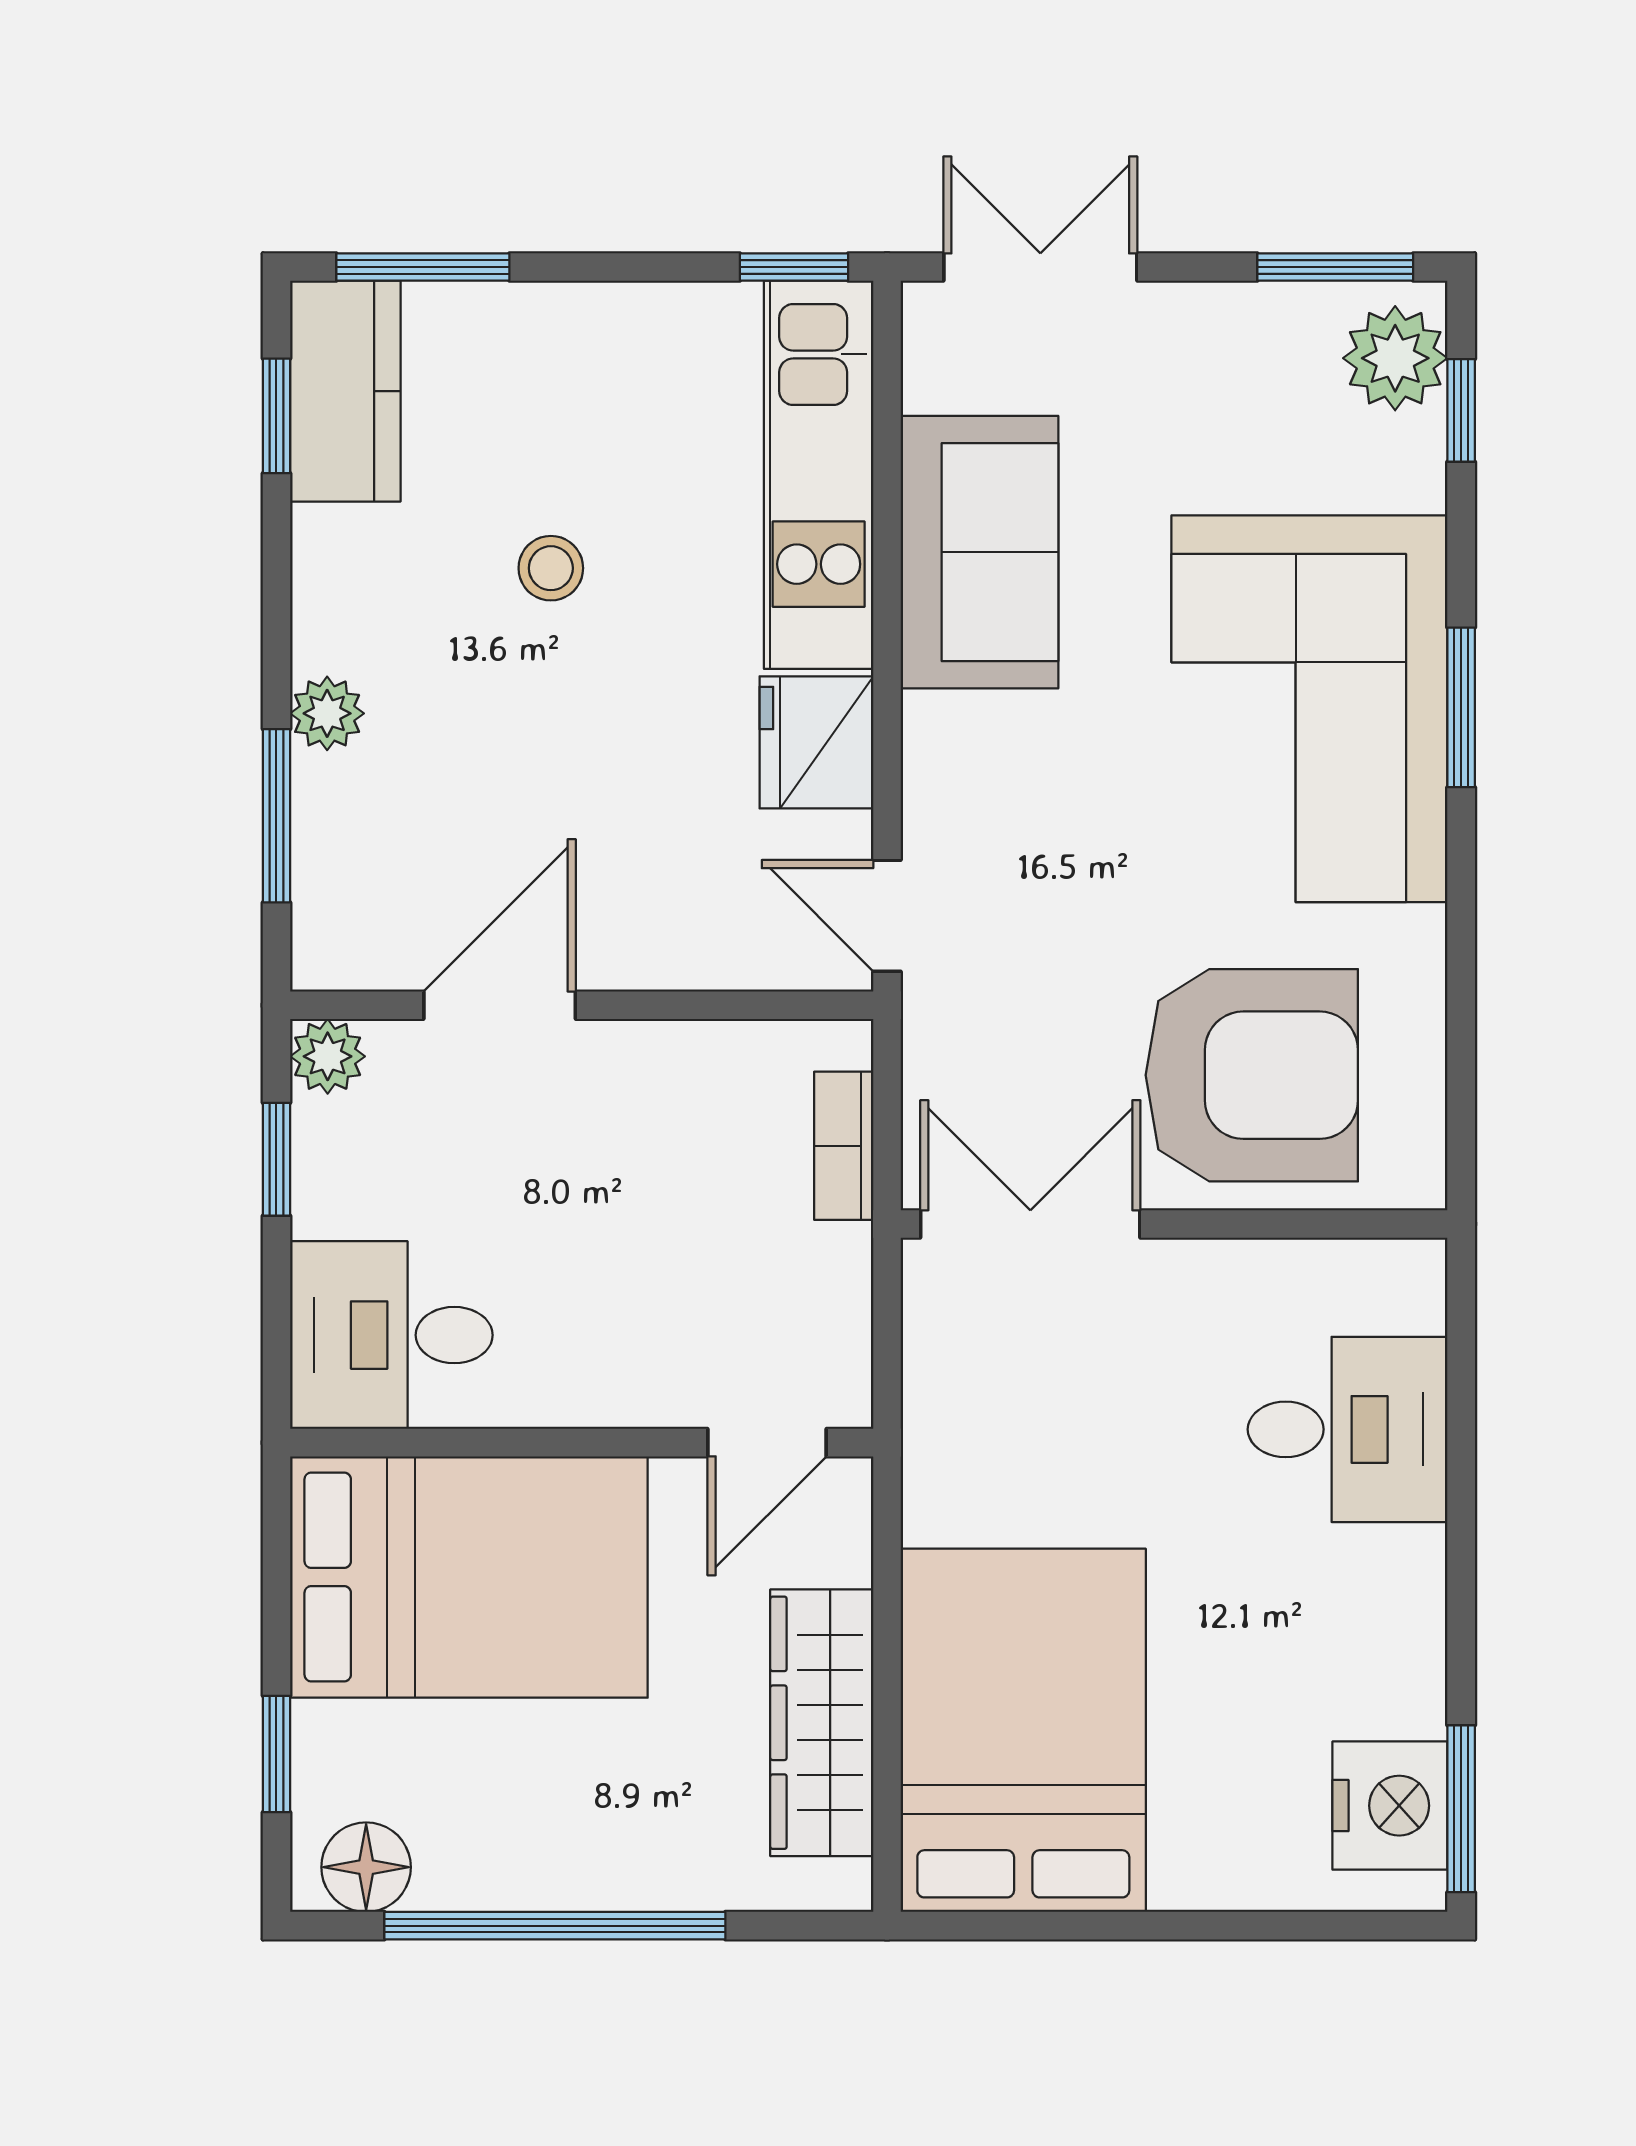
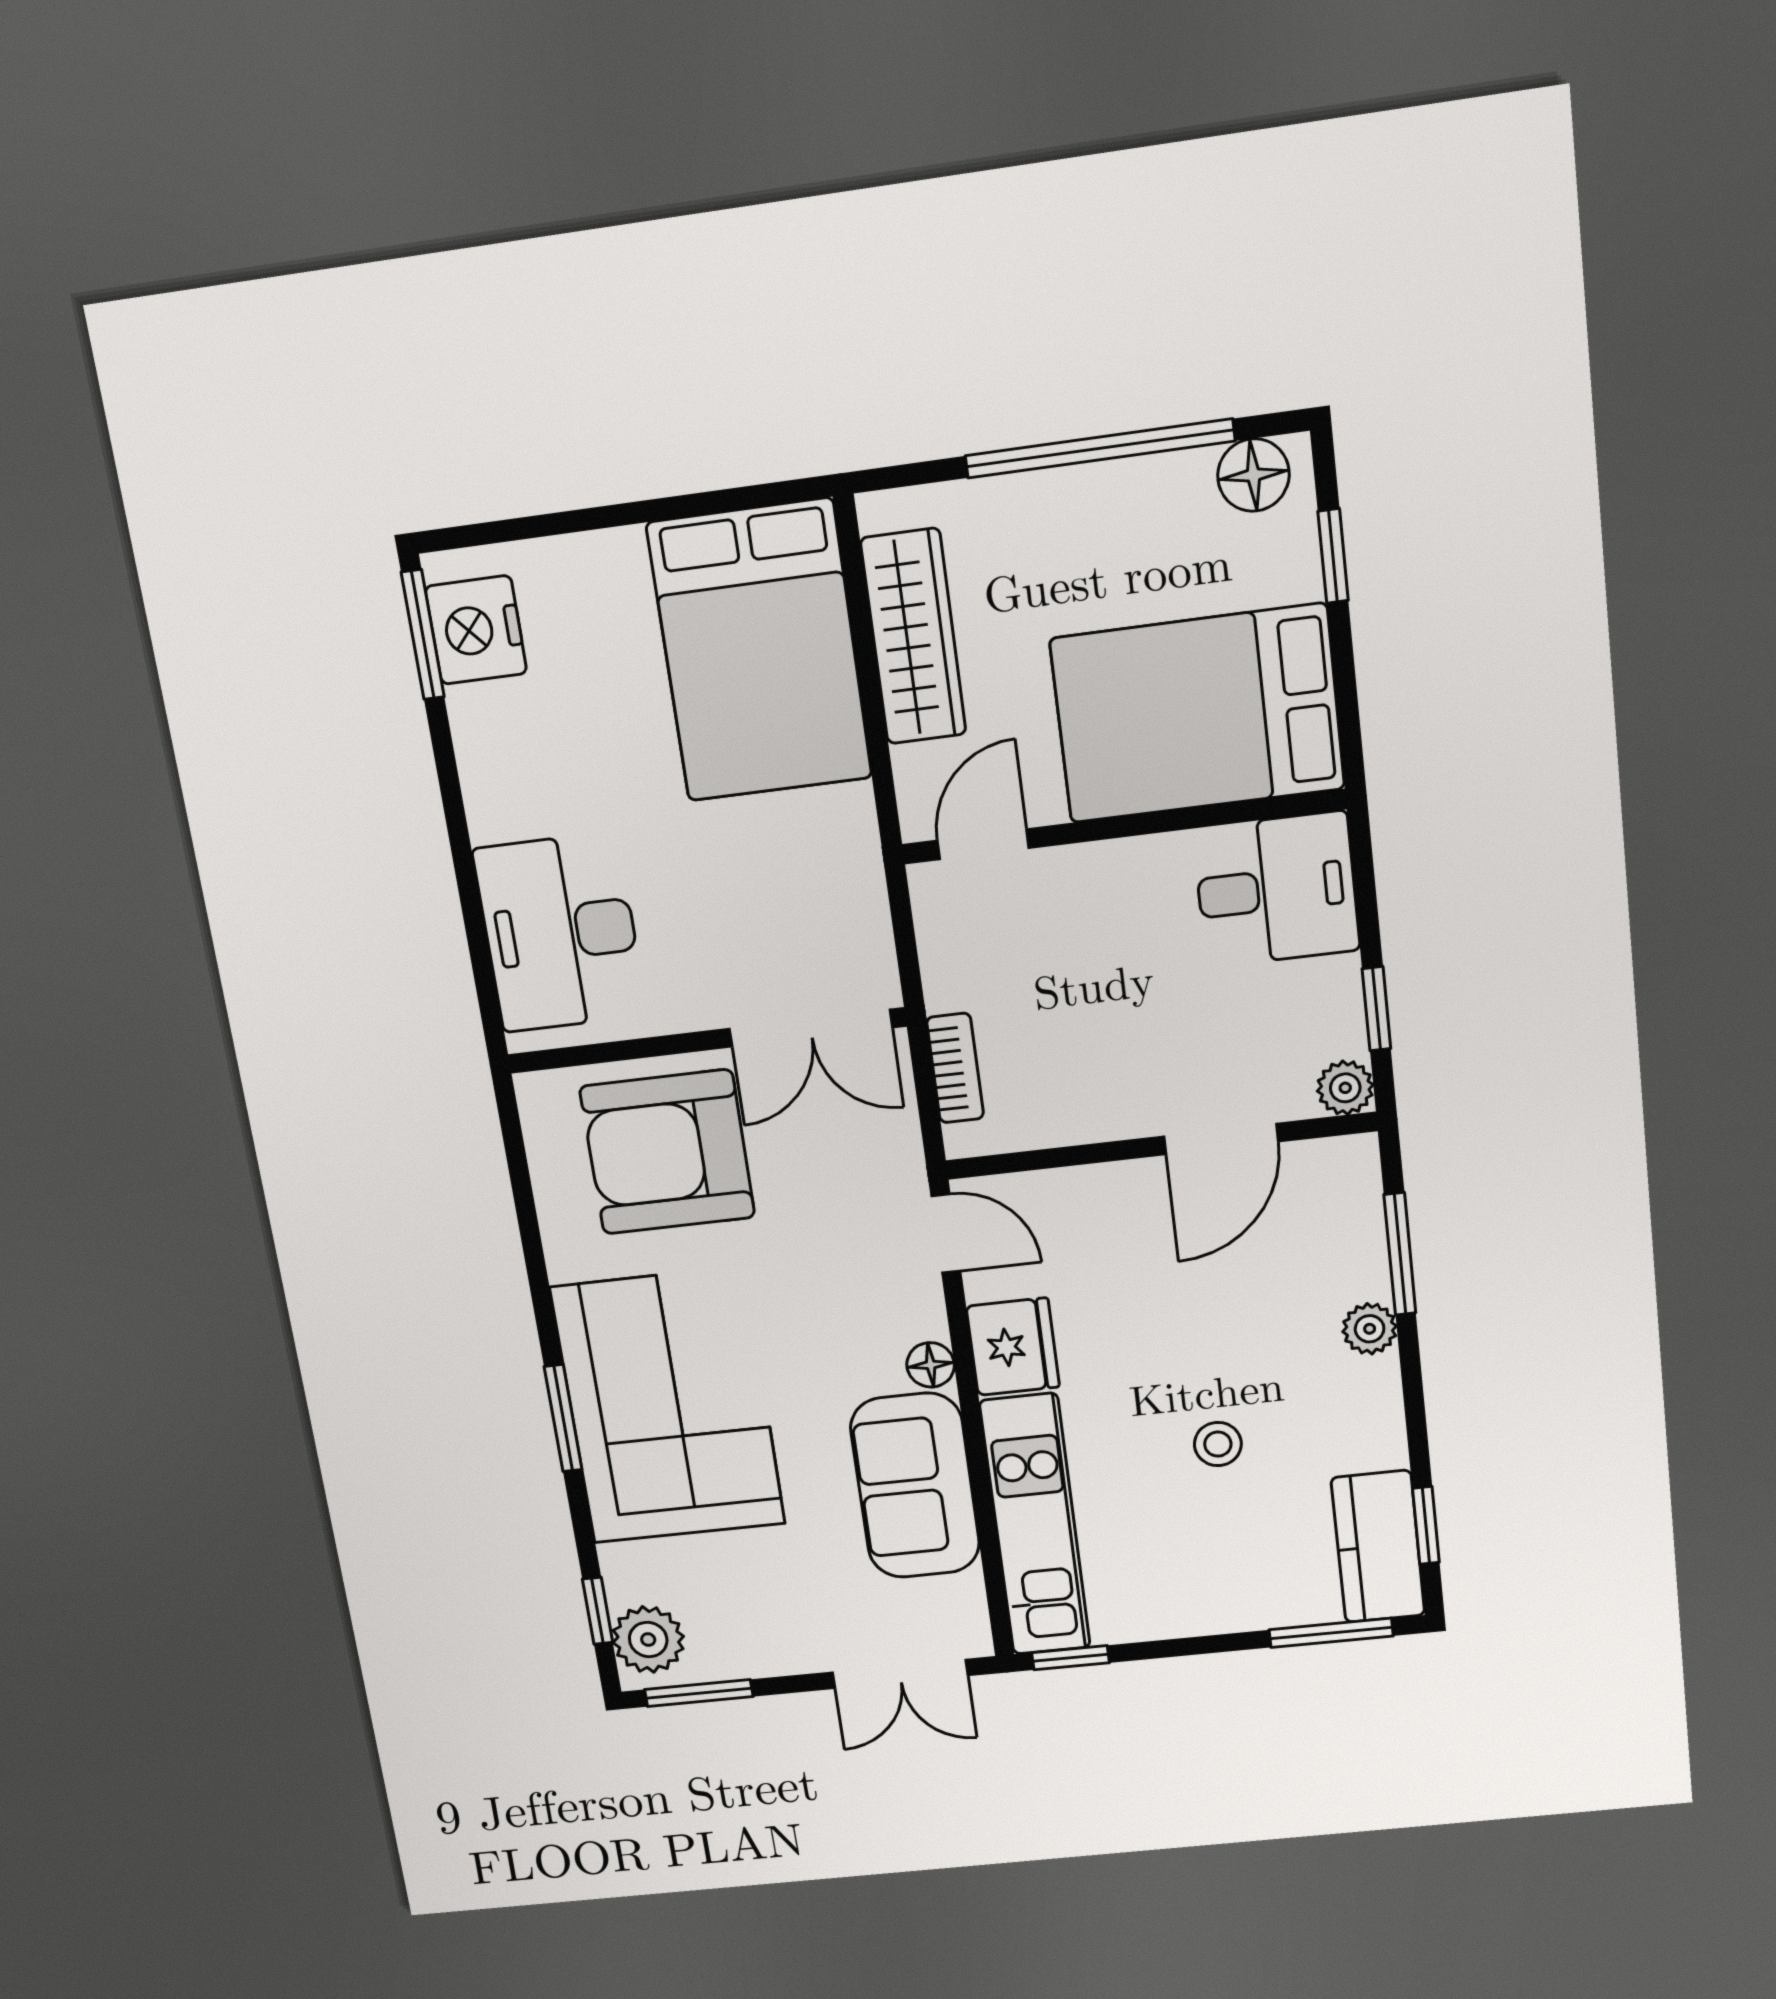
floor lamp: (934, 729) -> (931, 1365), added
desk: (1348, 1429) -> (560, 933), width x1.37

